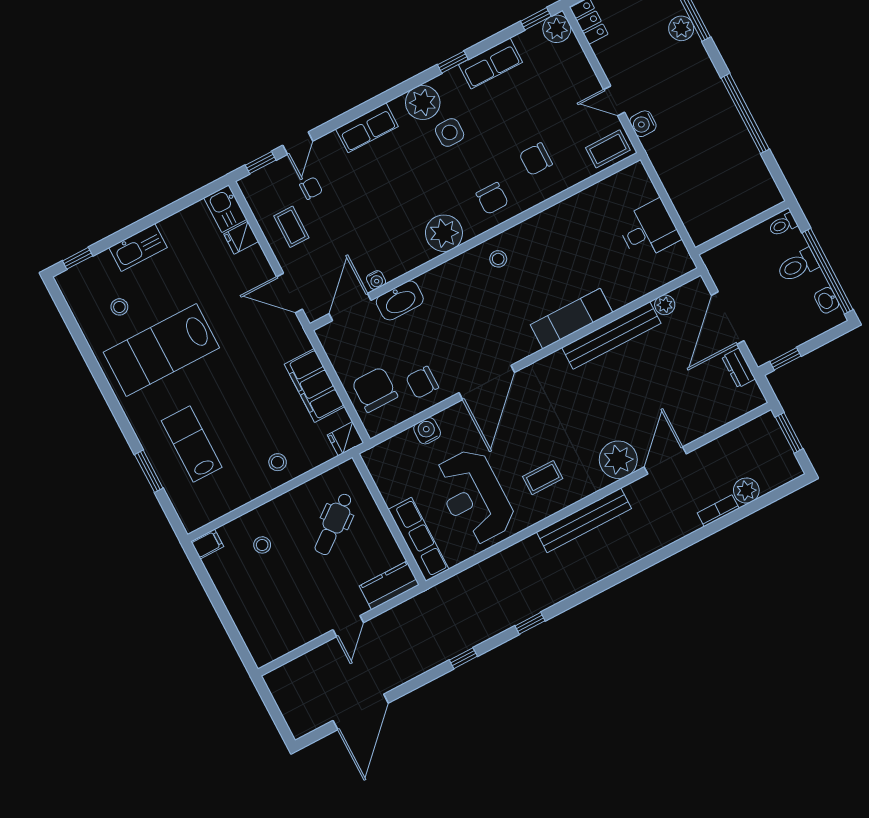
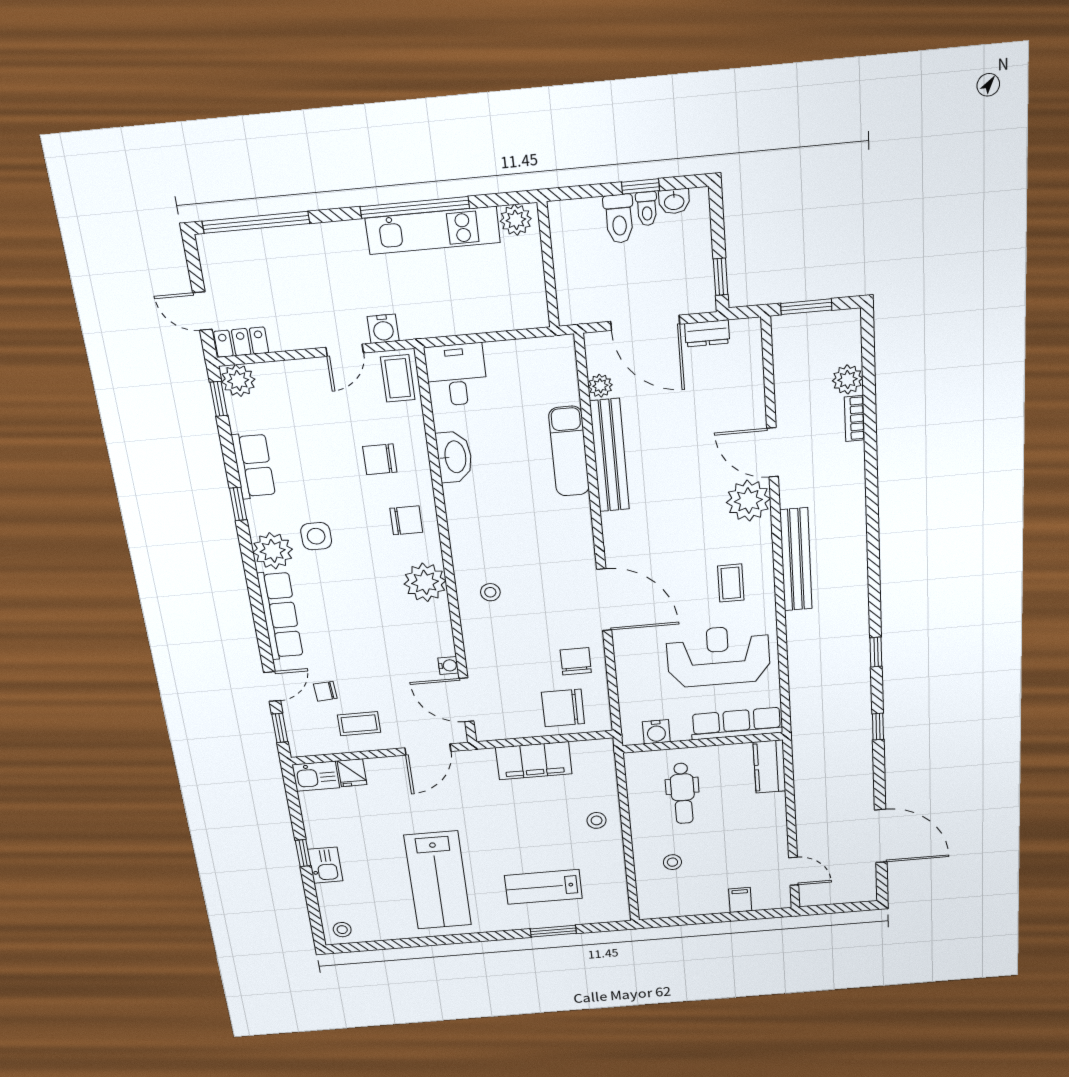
plant: (681, 28) -> (516, 220), moved
row of seats: (367, 128) -> (280, 615), width x1.48
kitchen unit: (733, 133) -> (433, 230), added
door: (298, 143) -> (272, 687), hinge flipped
chair: (536, 159) -> (380, 459), turned 90
chair: (311, 188) -> (325, 691), turned -94
toilet: (783, 225) -> (647, 209), moved
desk: (649, 230) -> (456, 375), moved
kitchen sink: (138, 248) -> (325, 865), width x0.73
window: (78, 258) -> (303, 853), moved
stool: (498, 259) -> (490, 592), moved
window: (828, 271) -> (641, 186), width x0.32
washbasin: (400, 300) -> (454, 457), moved
stool: (119, 307) -> (342, 930), moved
exam couch: (571, 319) -> (569, 451), moved
chair: (422, 382) -> (576, 661), turned 180
water cooler: (427, 431) -> (656, 732), moved, turned -90
fridge: (346, 439) -> (601, 752), removed
reception desk: (474, 497) -> (718, 656), turned 180
dental chair: (334, 524) -> (683, 793), turned 38
filing cabinet: (207, 544) -> (740, 900), moved
door: (348, 626) -> (794, 871), moved

